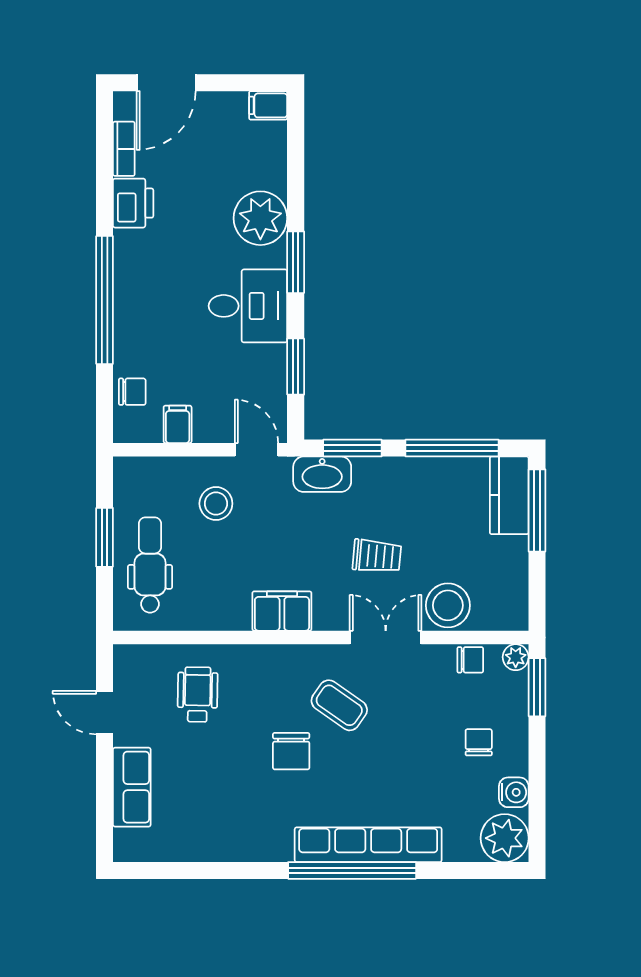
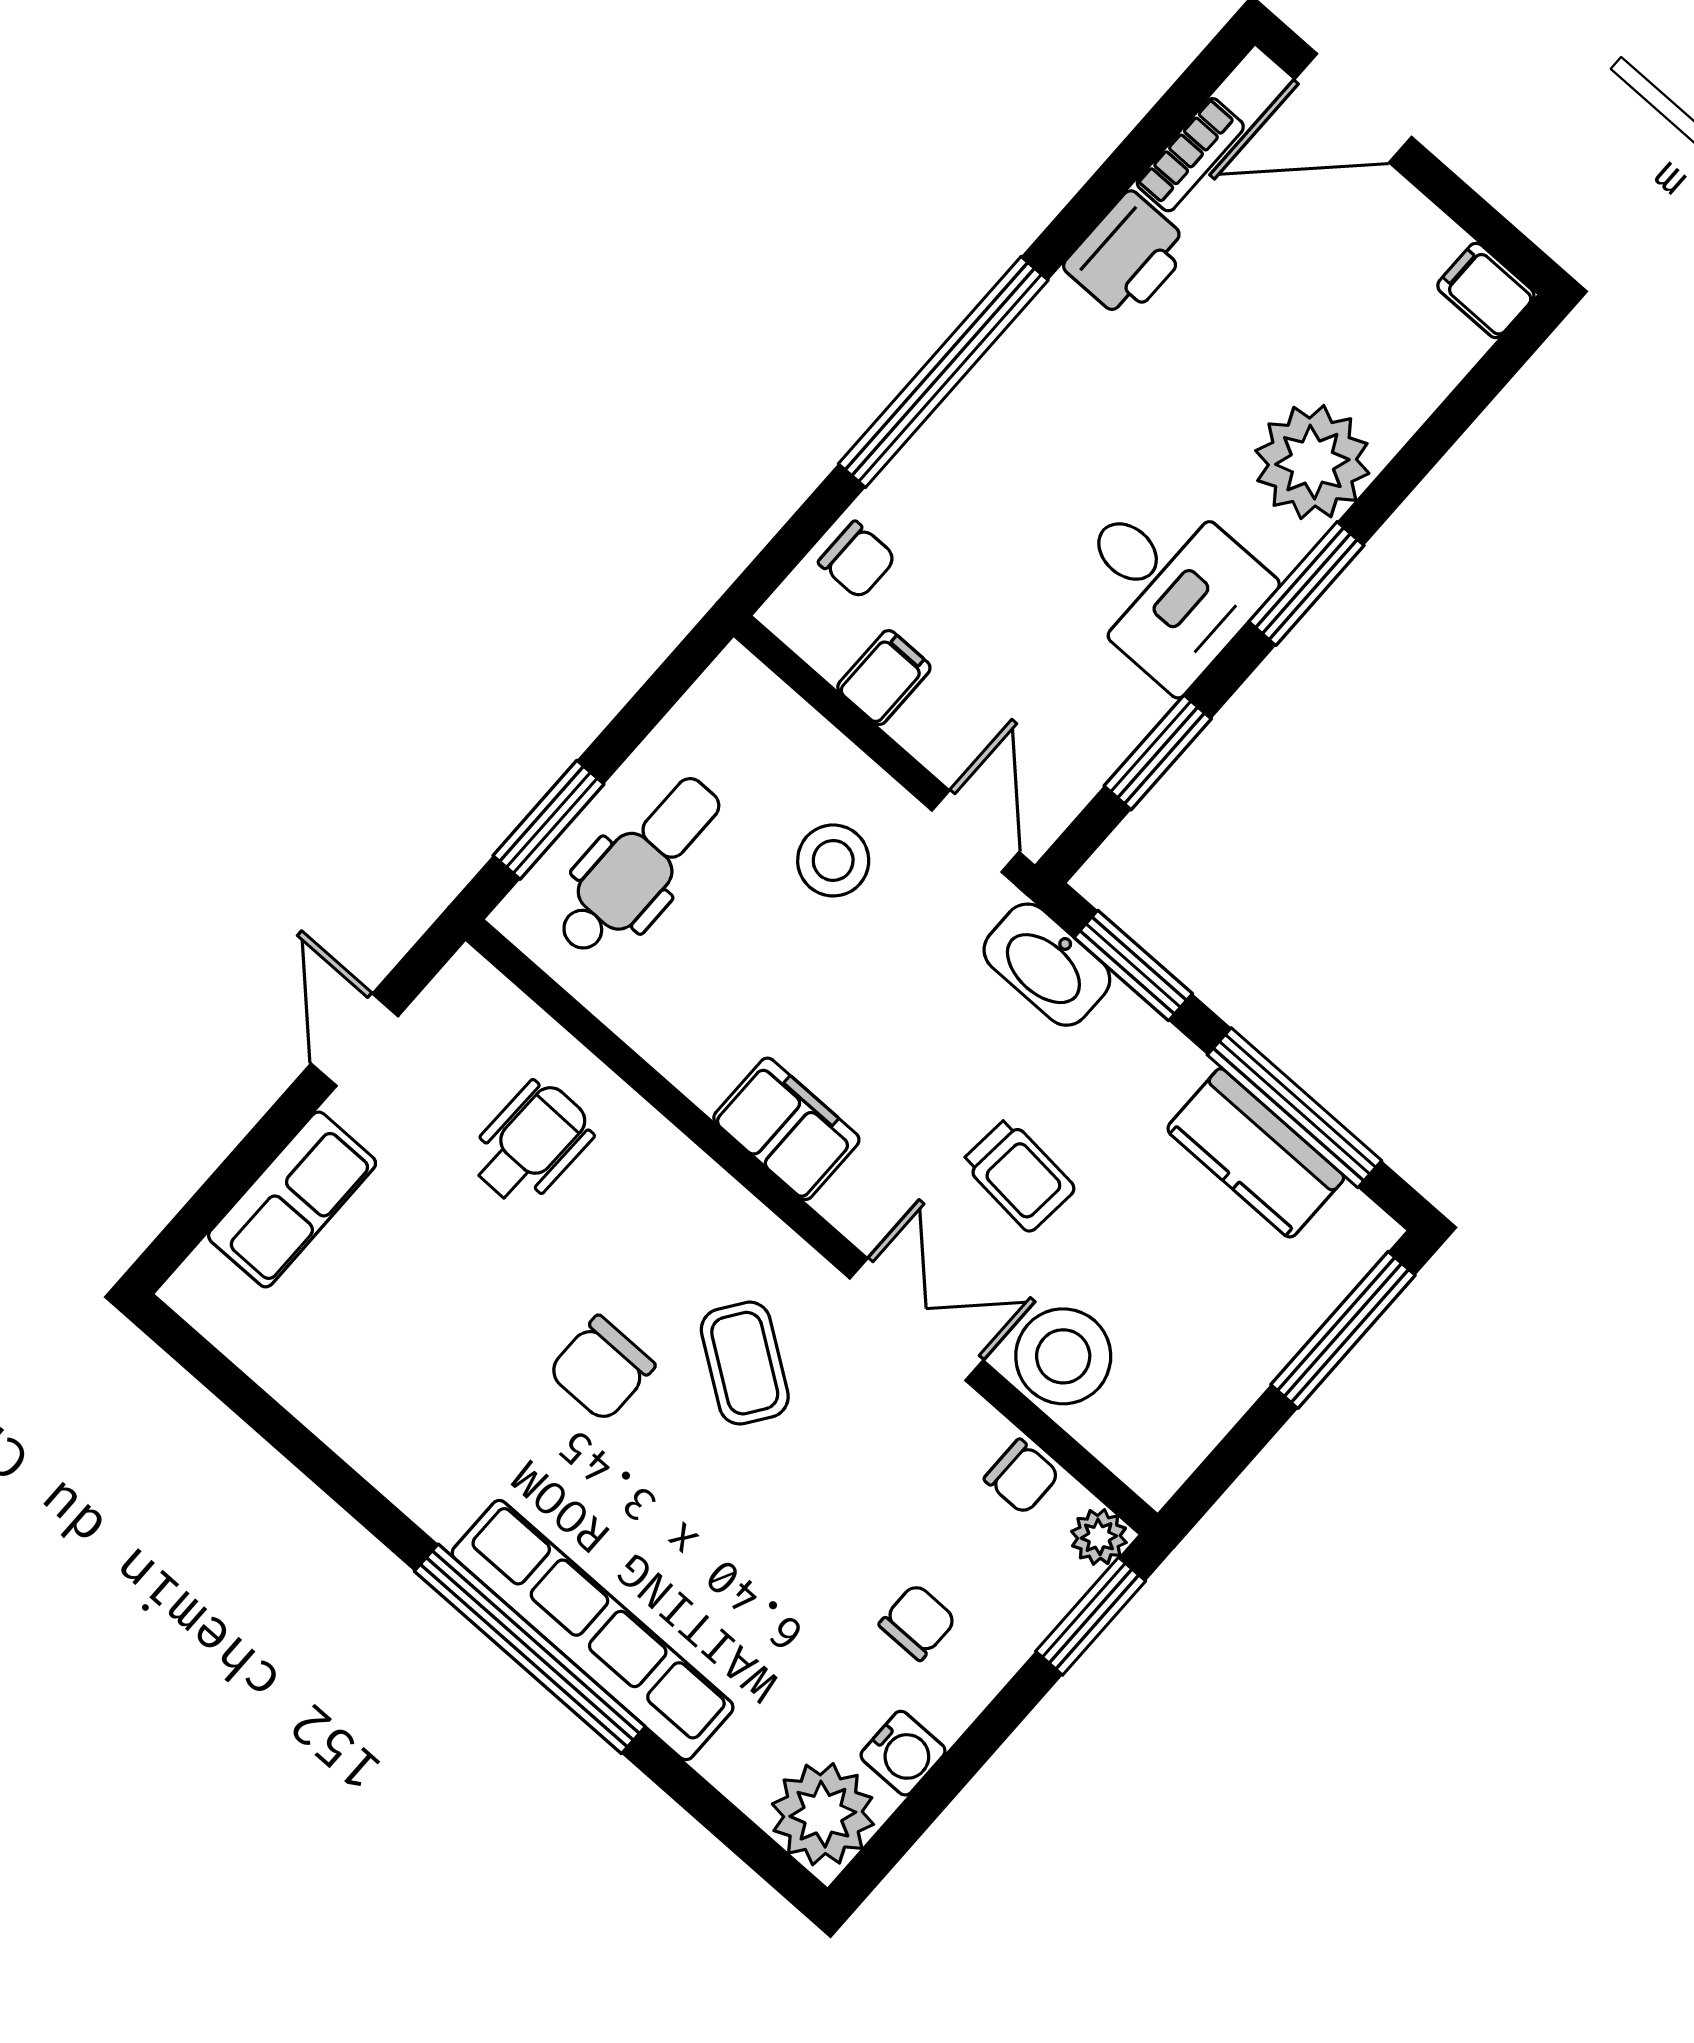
kitchen counter: (509, 495) -> (1255, 1153), moved, turned -90
window: (105, 537) -> (548, 820), moved

